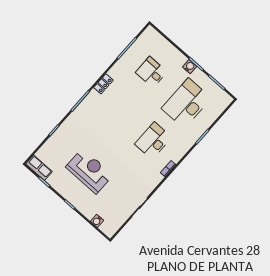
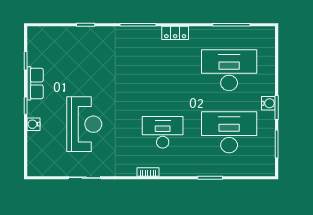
desk: (151, 72) -> (229, 70), width x1.87, depth x1.30
row of seats: (39, 168) -> (35, 83), moved
reception desk: (89, 171) -> (84, 124), moved
water cooler: (97, 221) -> (33, 124), moved

